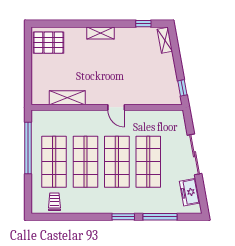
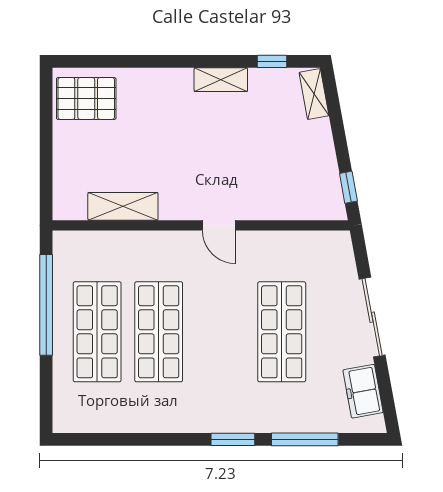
shelving: (100, 33) -> (221, 80), moved
shop shelf: (117, 162) -> (220, 332), removed
trolley: (54, 202) -> (98, 410), removed

